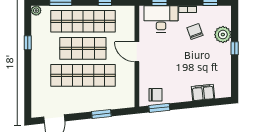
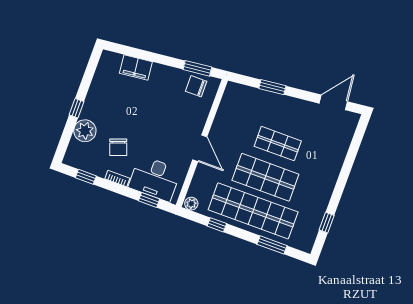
plant: (36, 10) -> (191, 204), moved
window: (28, 43) -> (327, 223), moved
shop shelf: (83, 75) -> (278, 144), width x0.50, depth x0.74

